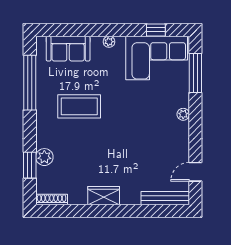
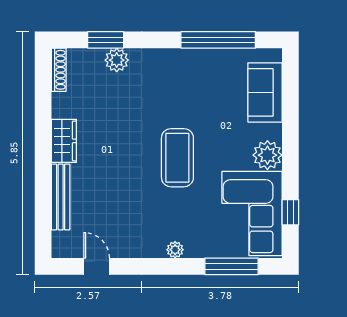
plant: (109, 42) -> (267, 155), width x1.87, depth x1.87
coffee table: (79, 106) -> (177, 158), moved
bench: (165, 198) -> (61, 197), moved

